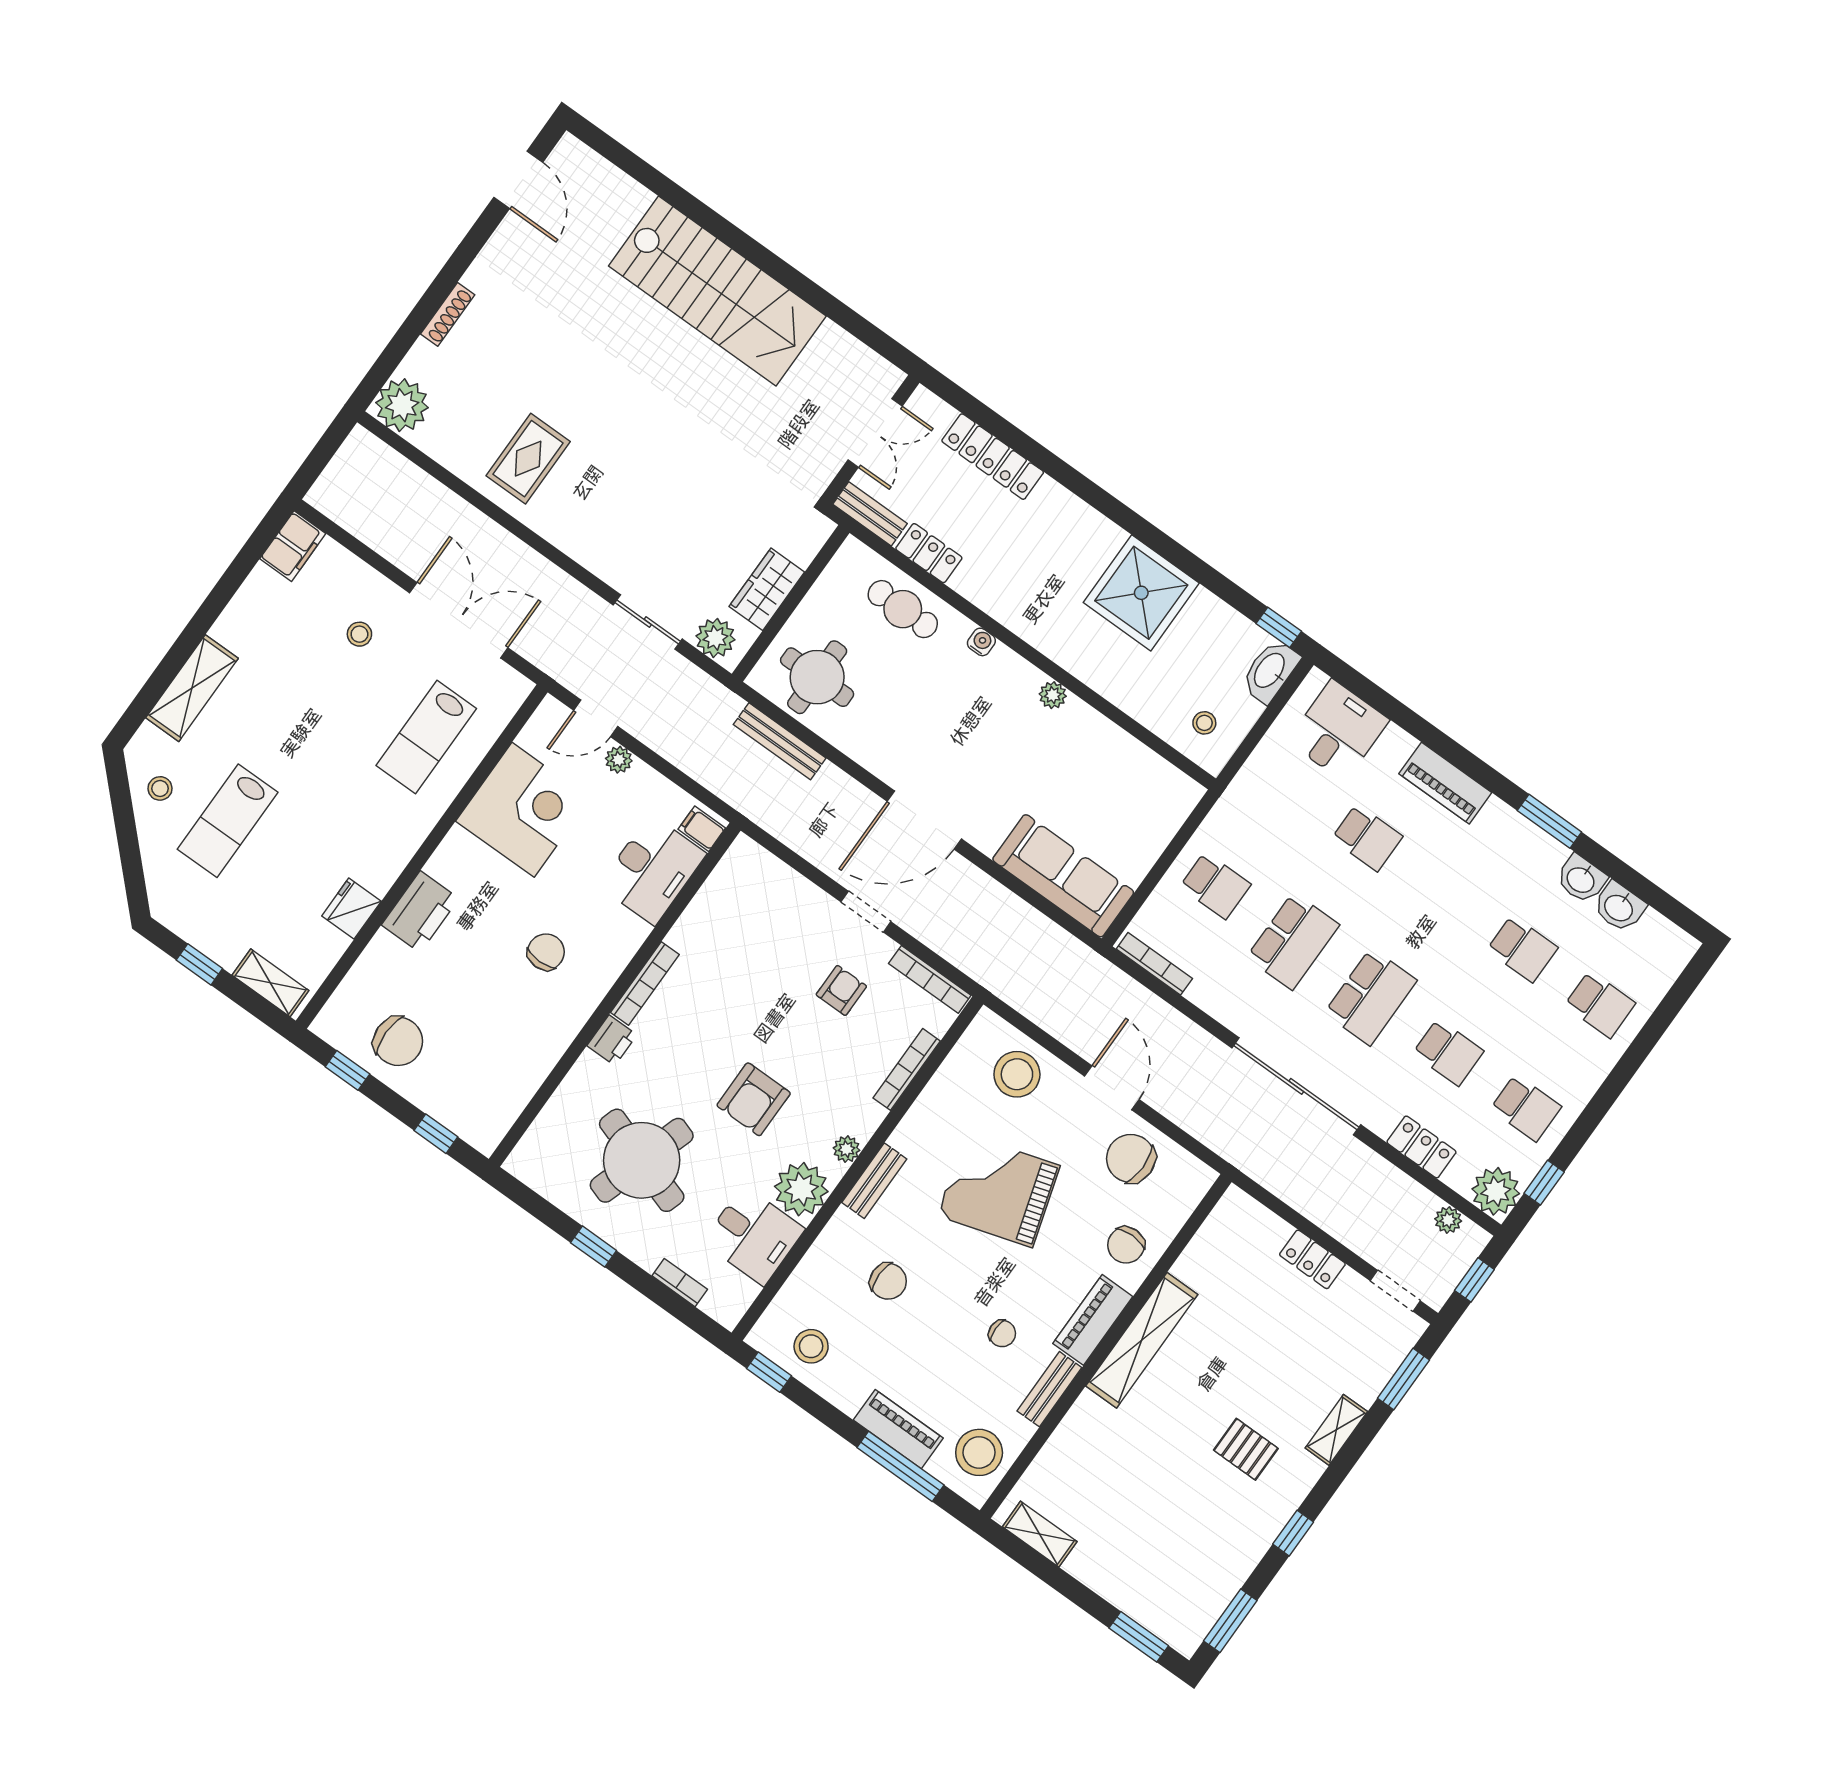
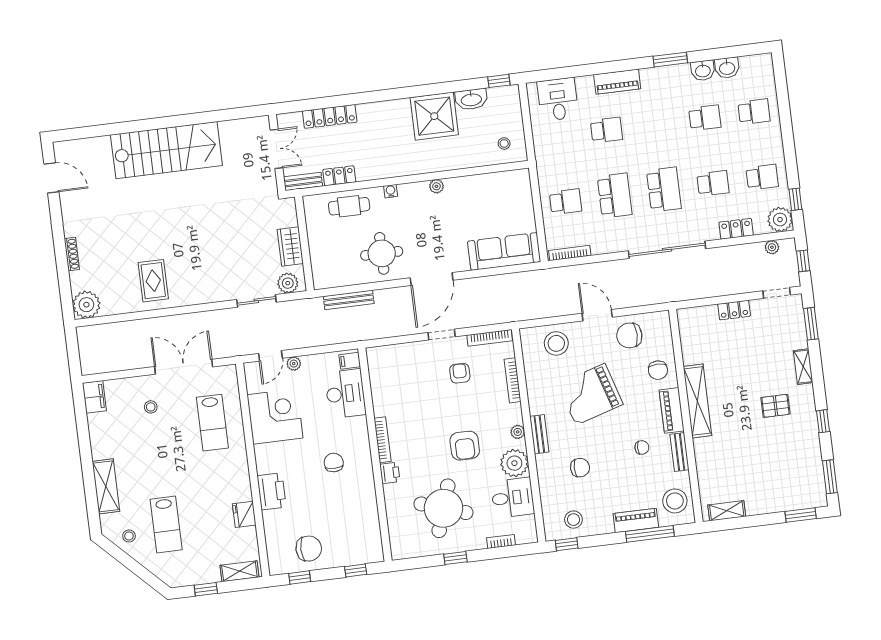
washbasin: (1270, 671) -> (471, 99), moved, turned -90
round table: (817, 677) -> (382, 253), moved

